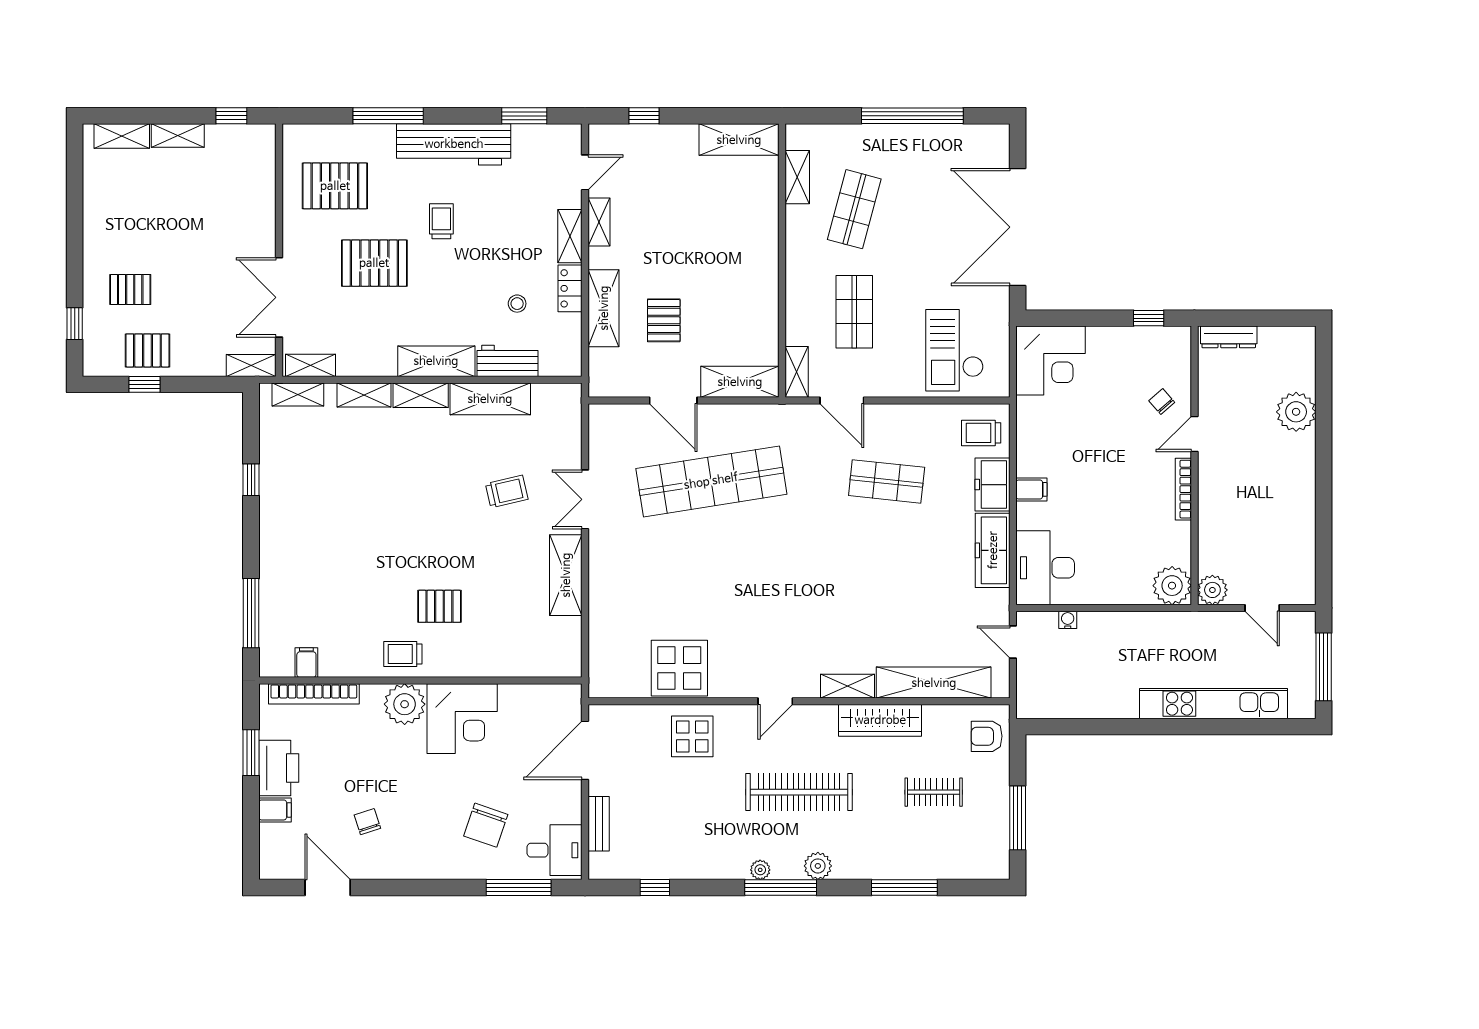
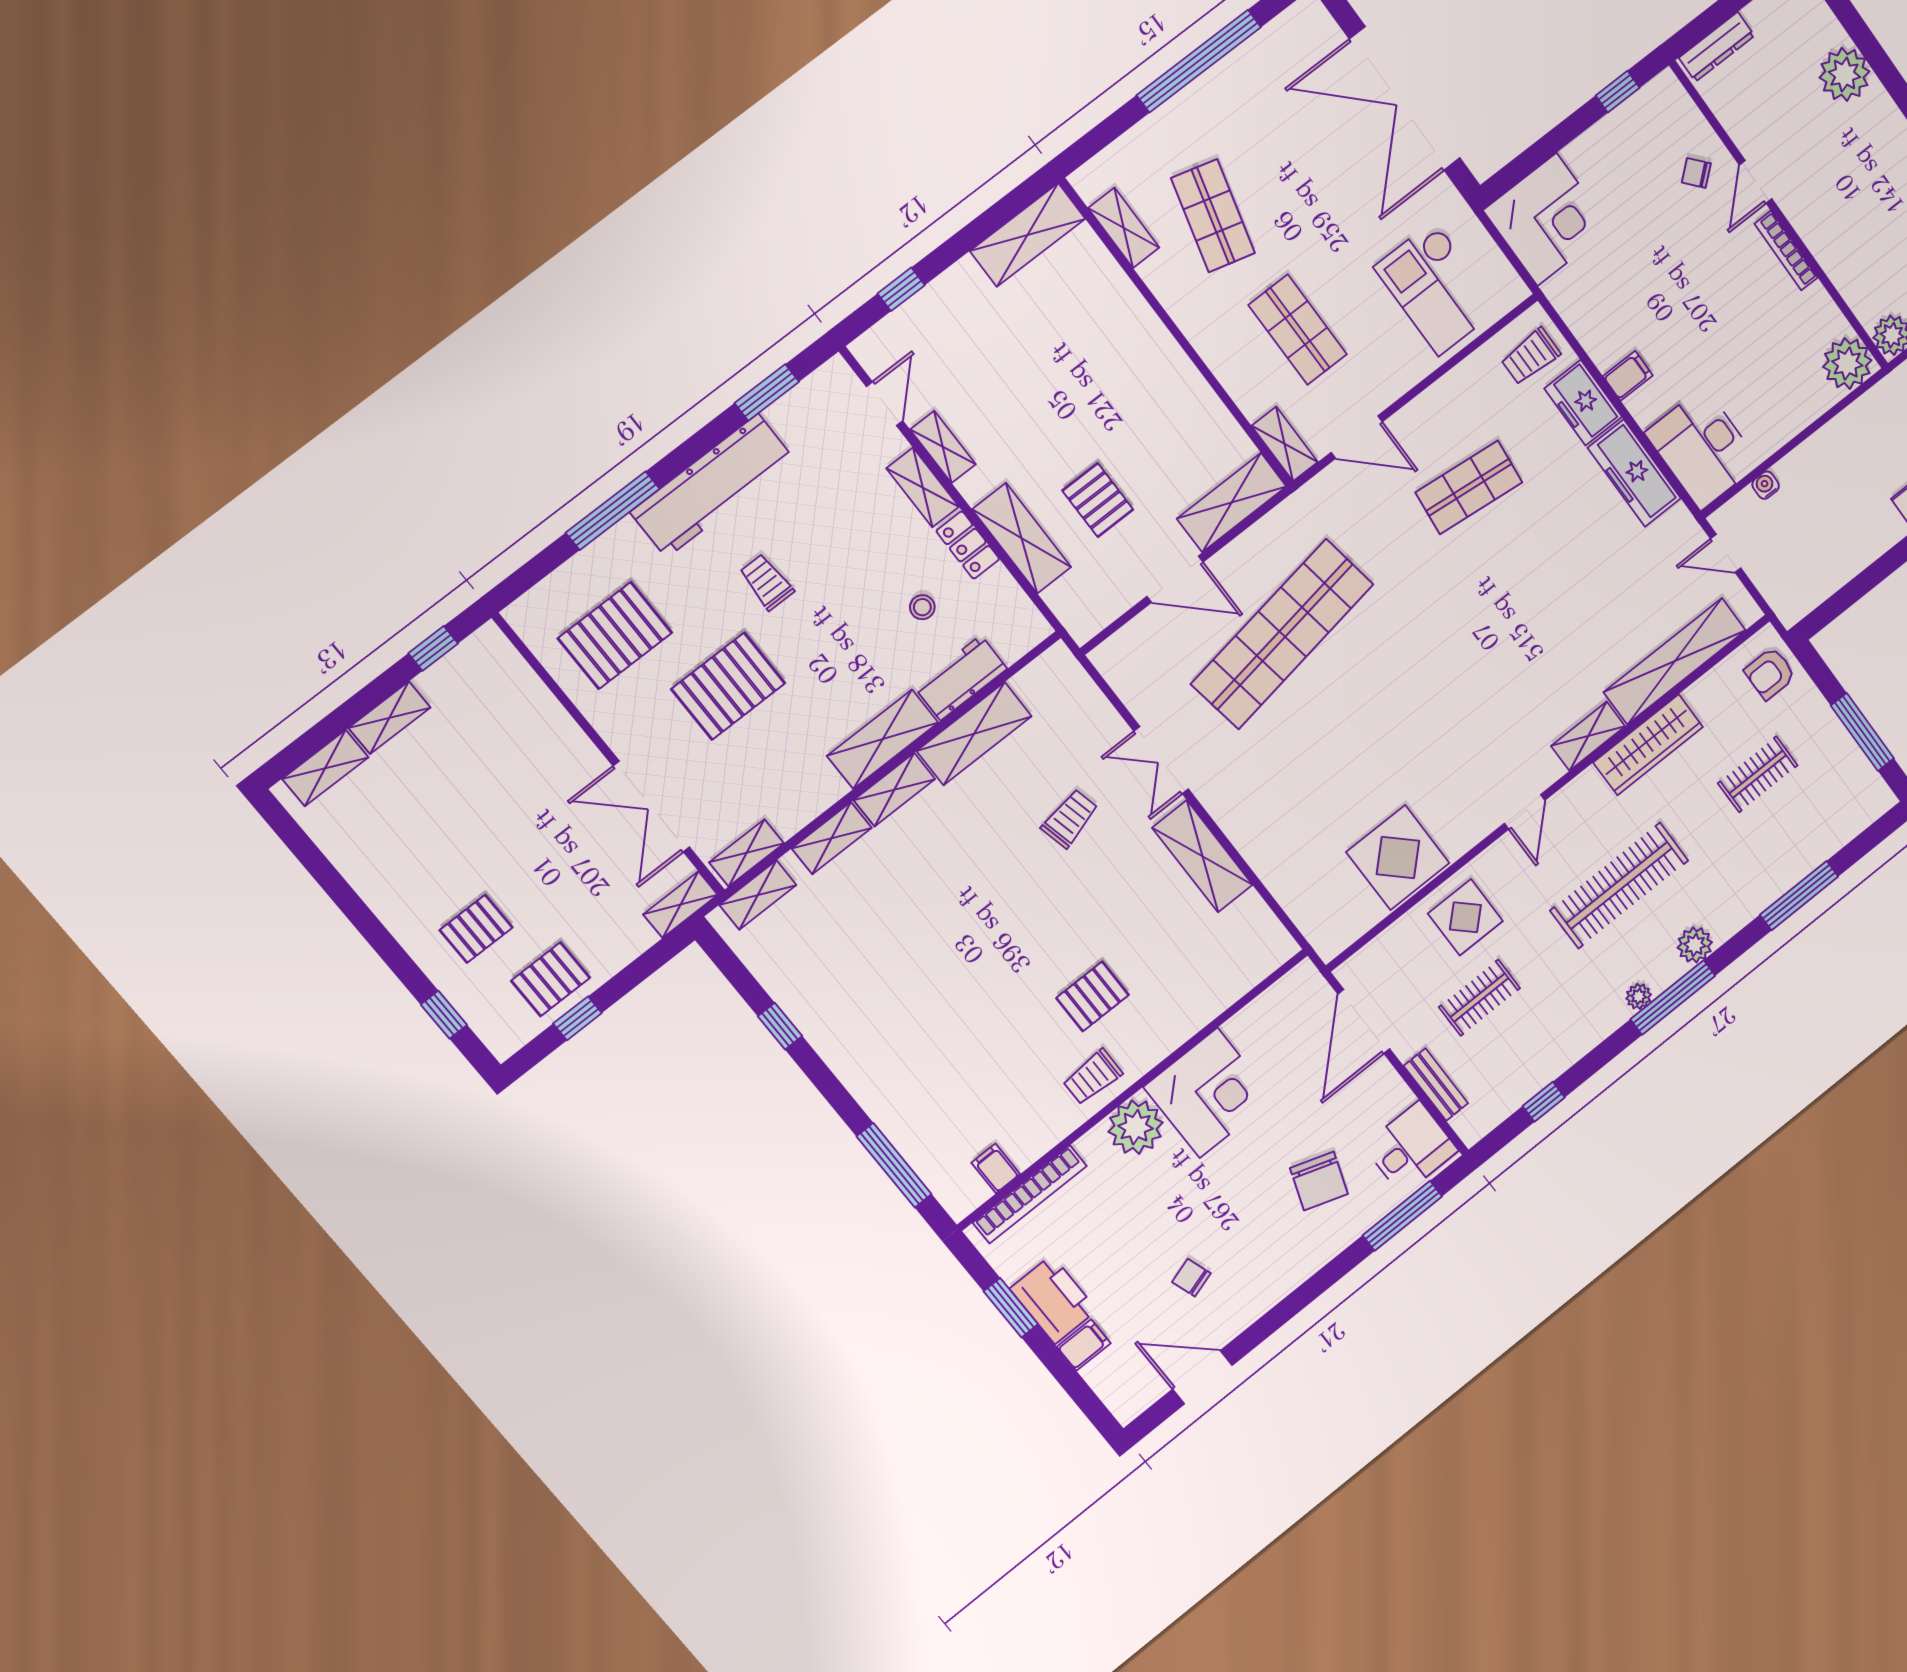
clothes rail: (664, 792) -> (1479, 998), added

